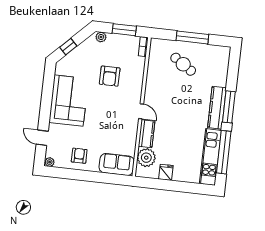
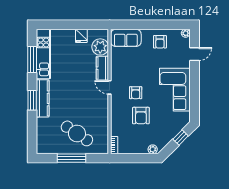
window: (124, 30) -> (133, 158), removed
cafe table: (183, 64) -> (77, 133), width x1.37, depth x1.35
armchair: (110, 76) -> (141, 116), turned 180
armchair: (113, 102) -> (136, 93), added
window: (229, 107) -> (32, 100), width x0.69
door: (42, 138) -> (195, 54), hinge flipped
window: (224, 152) -> (32, 60), width x0.68

